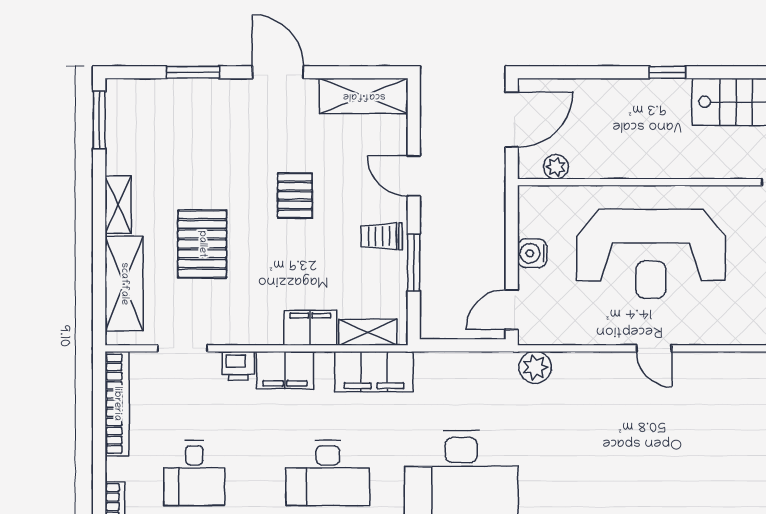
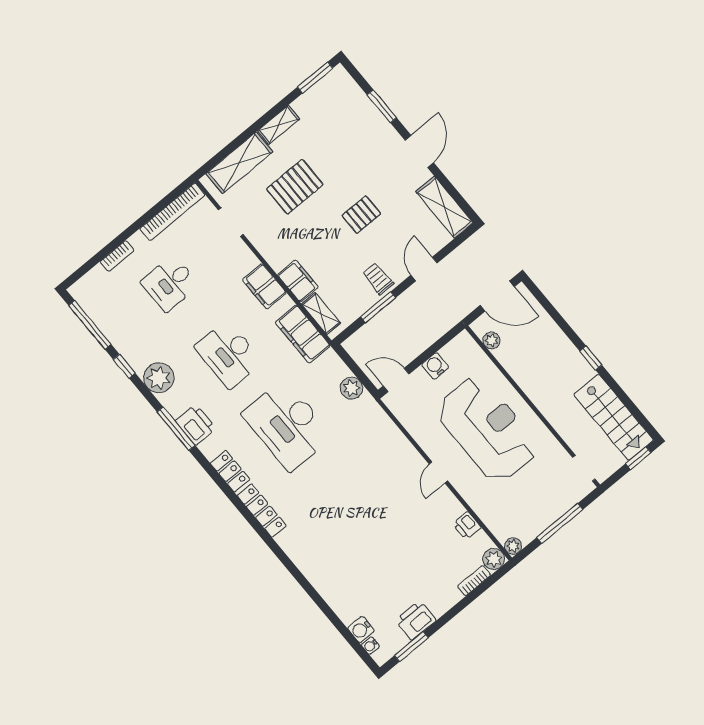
reception desk: (651, 254) -> (487, 429), turned 180
printer: (238, 366) -> (467, 526), moved
plant: (535, 367) -> (351, 388), moved

